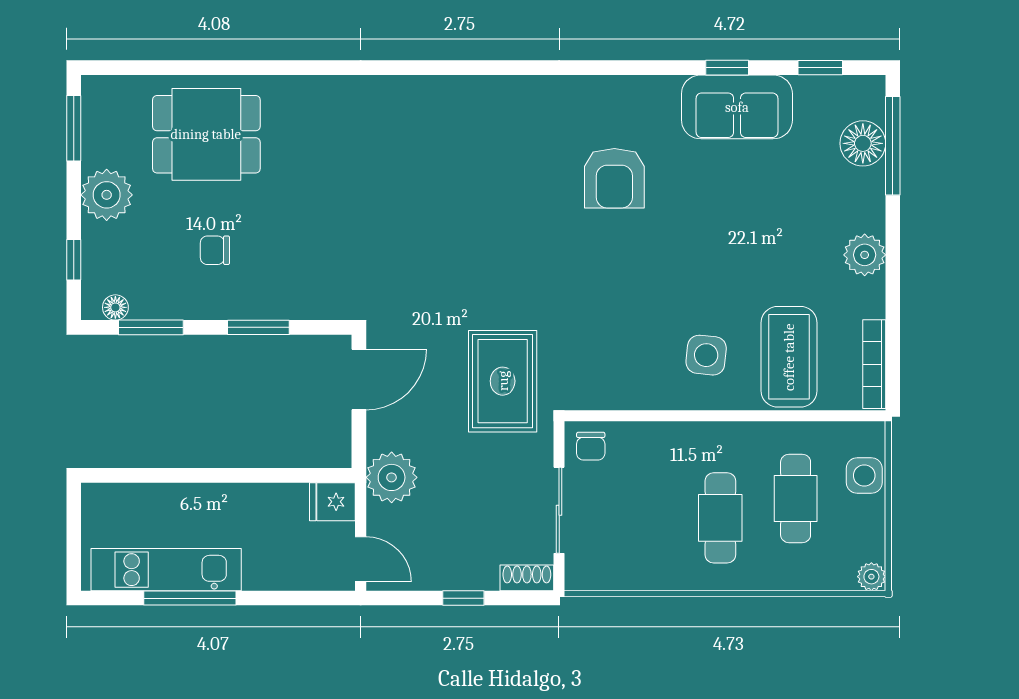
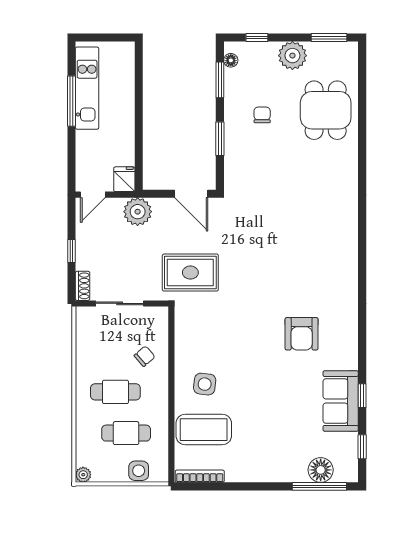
armchair: (614, 178) -> (302, 334), turned -90
plant: (865, 255) -> (260, 471), removed
chair: (591, 446) -> (145, 356), moved, turned 139

